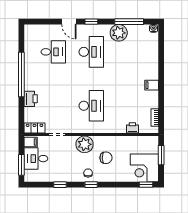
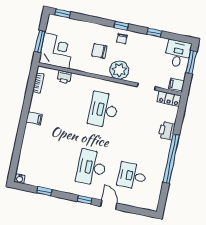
window: (129, 22) -> (44, 191), width x0.46
plant: (119, 33) -> (58, 182), removed
desk: (36, 159) -> (178, 54), moved, turned -90
corner desk: (144, 168) -> (57, 51), moved

